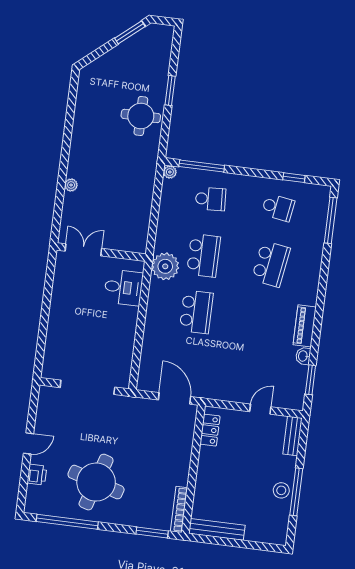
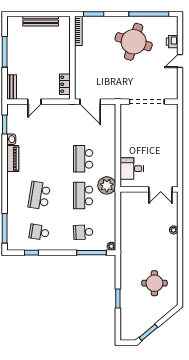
round table: (141, 116) -> (154, 283), moved
stool: (281, 490) -> (14, 51), removed
bench: (217, 529) -> (41, 21), moved

